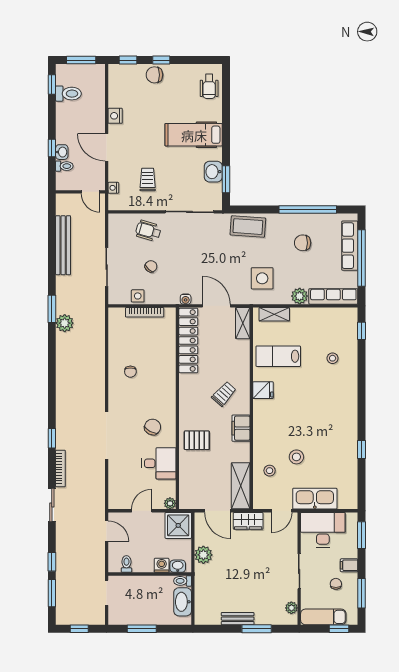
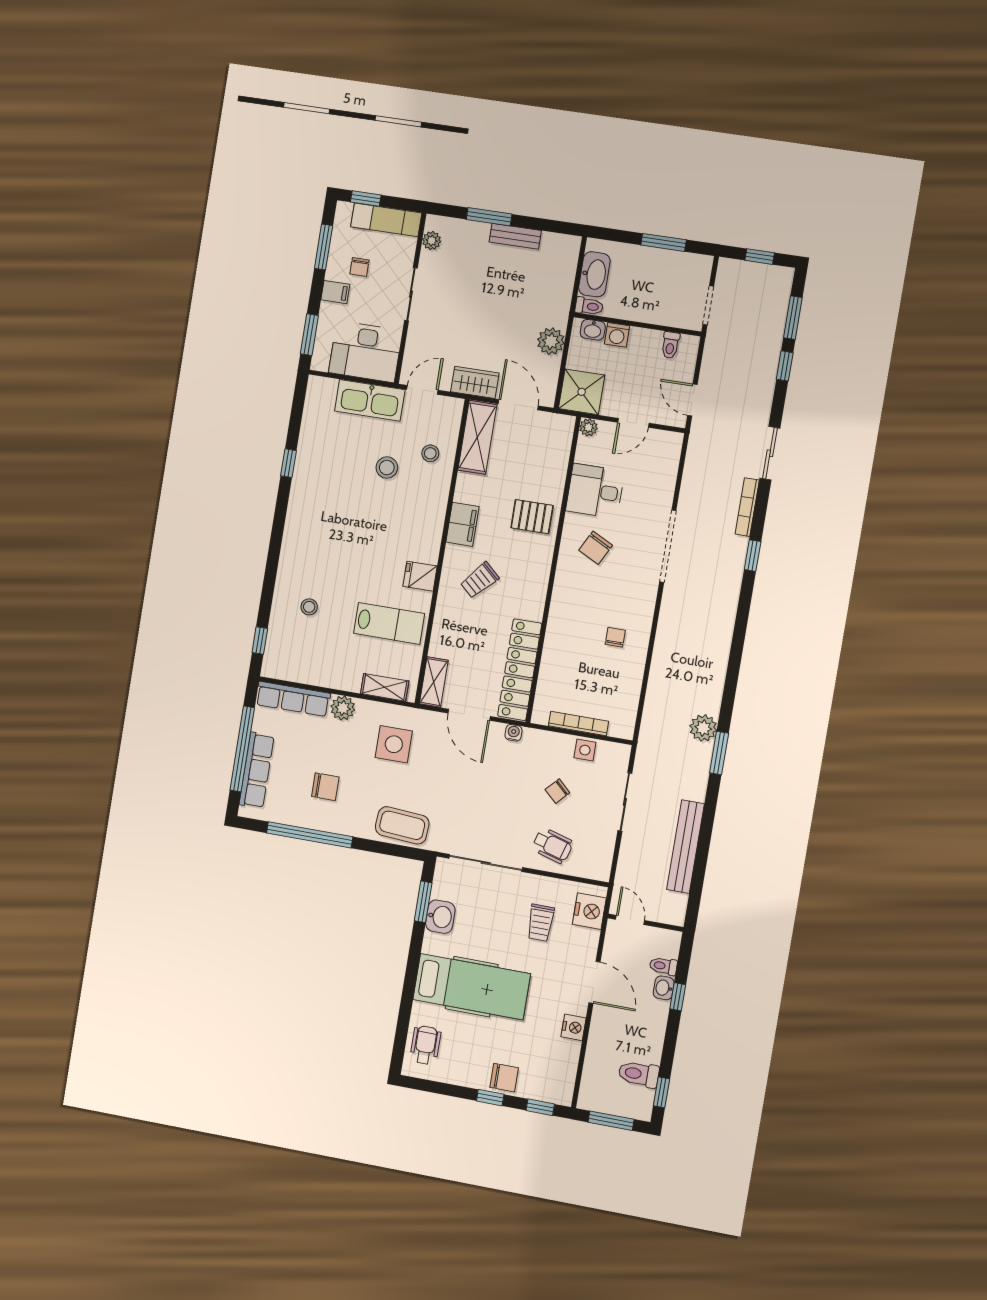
hospital bed: (194, 135) -> (472, 987), width x1.37, depth x1.29
nightstand: (113, 188) -> (589, 911), width x1.89, depth x1.79

